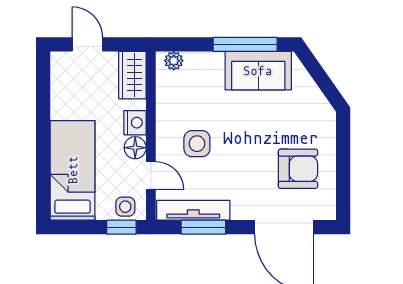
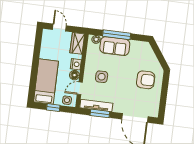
window: (245, 44) -> (117, 35), moved
sofa: (258, 71) -> (115, 46), moved
armchair: (298, 169) -> (146, 80), moved
door: (151, 176) -> (80, 88), swing flipped
window: (121, 227) -> (53, 108), moved

